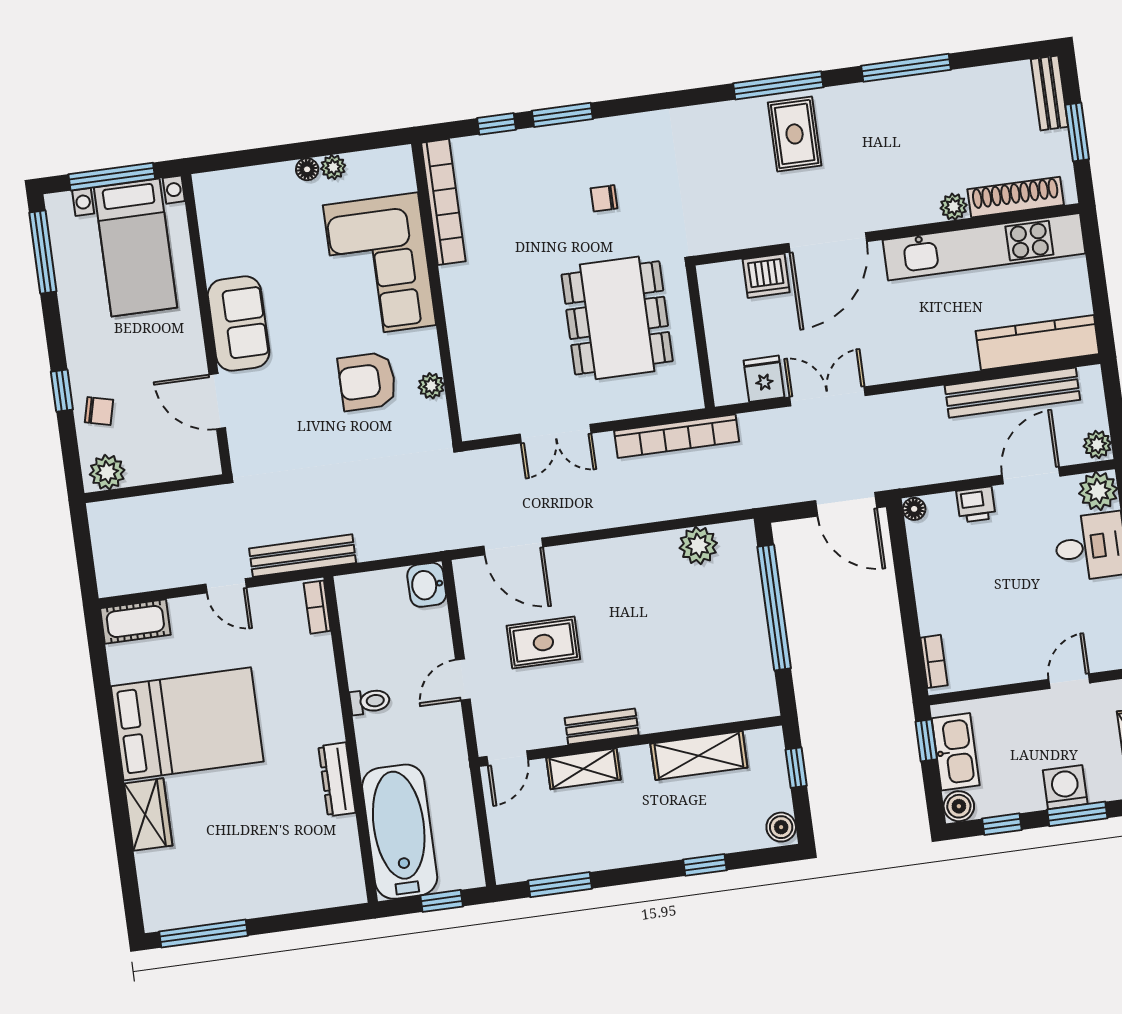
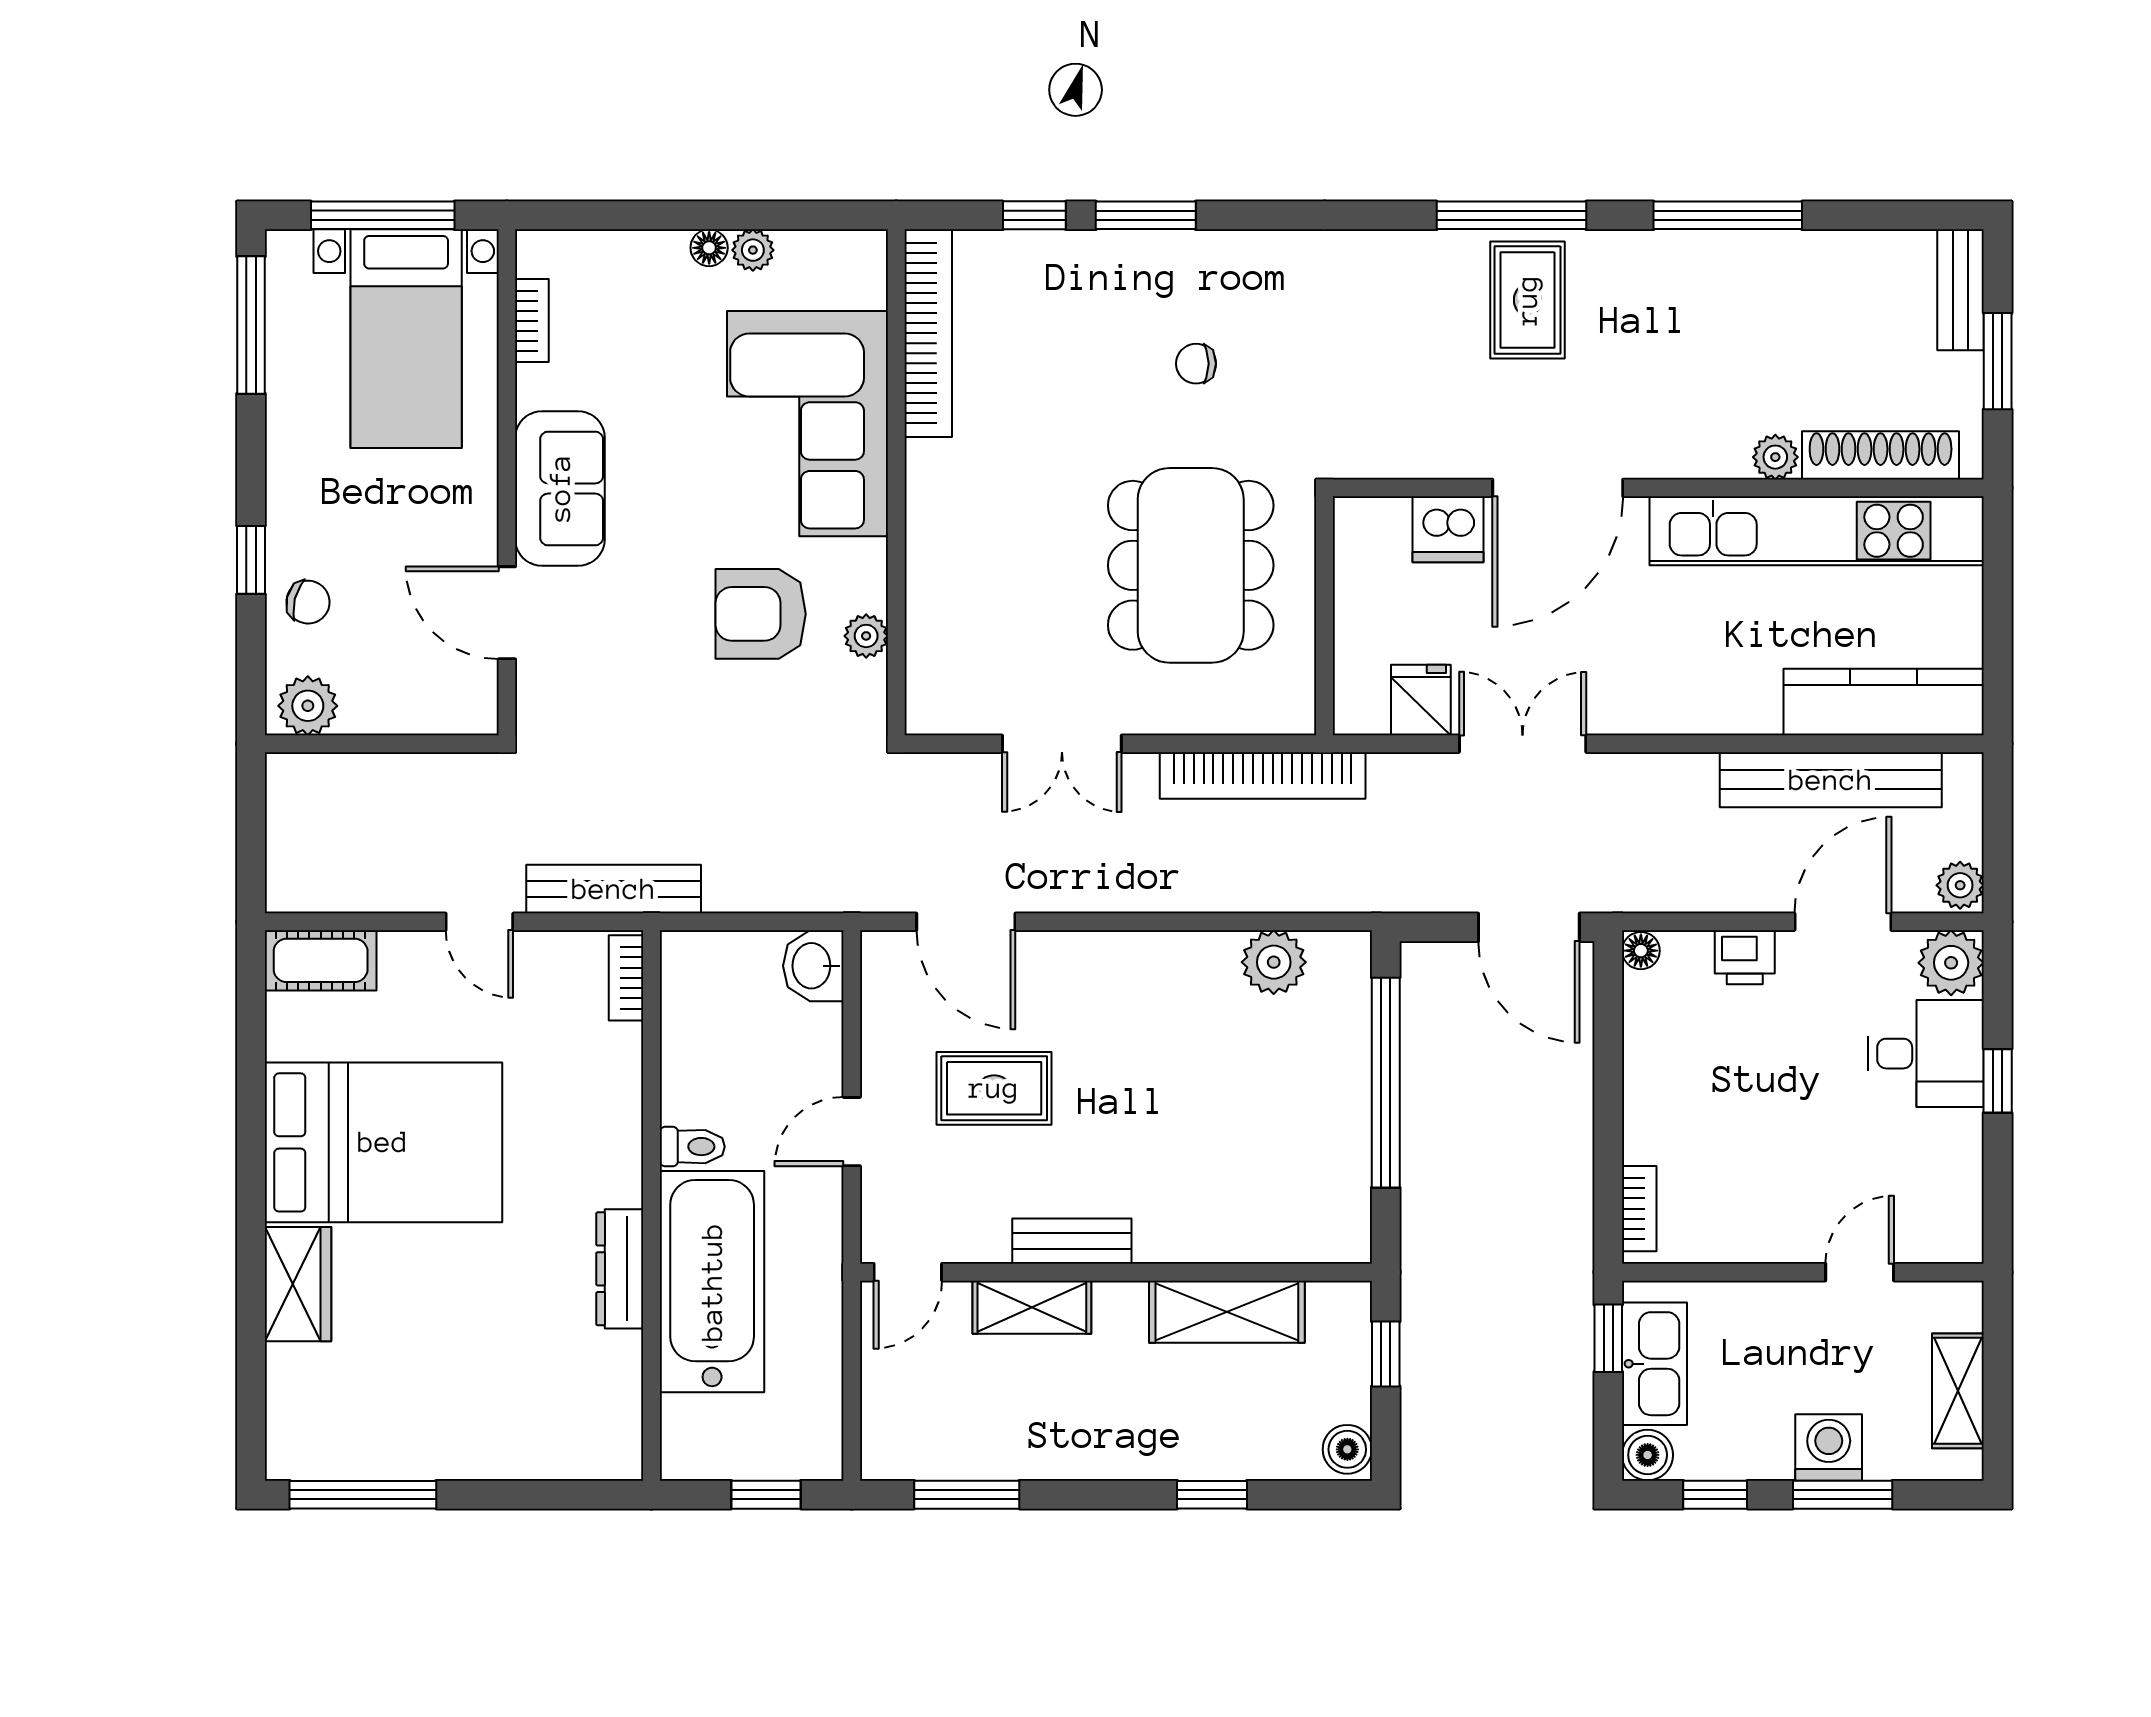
bookcase: (208, 227) -> (532, 321), added
bathtub: (400, 832) -> (712, 1282), moved

